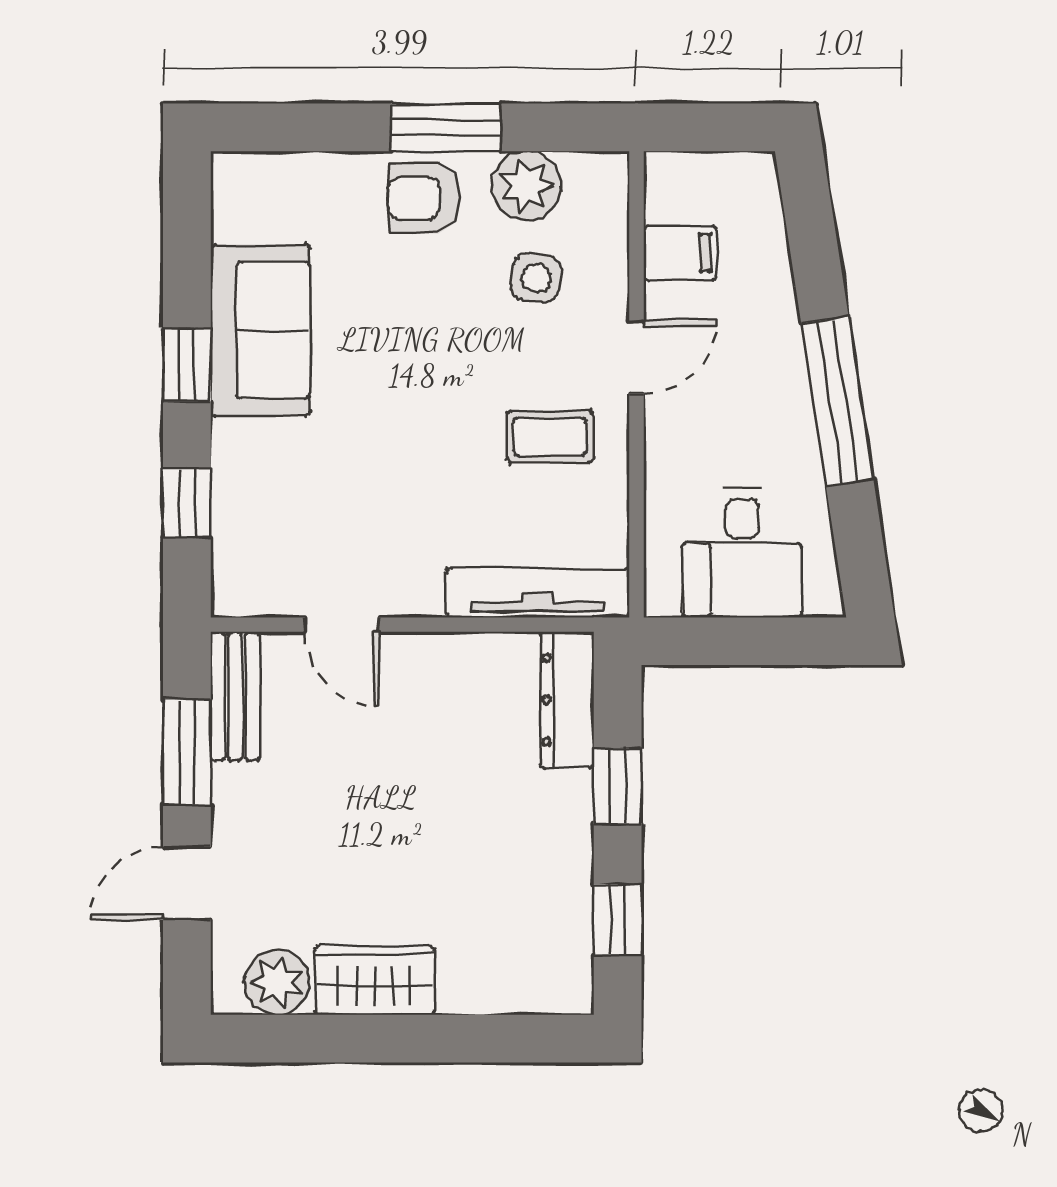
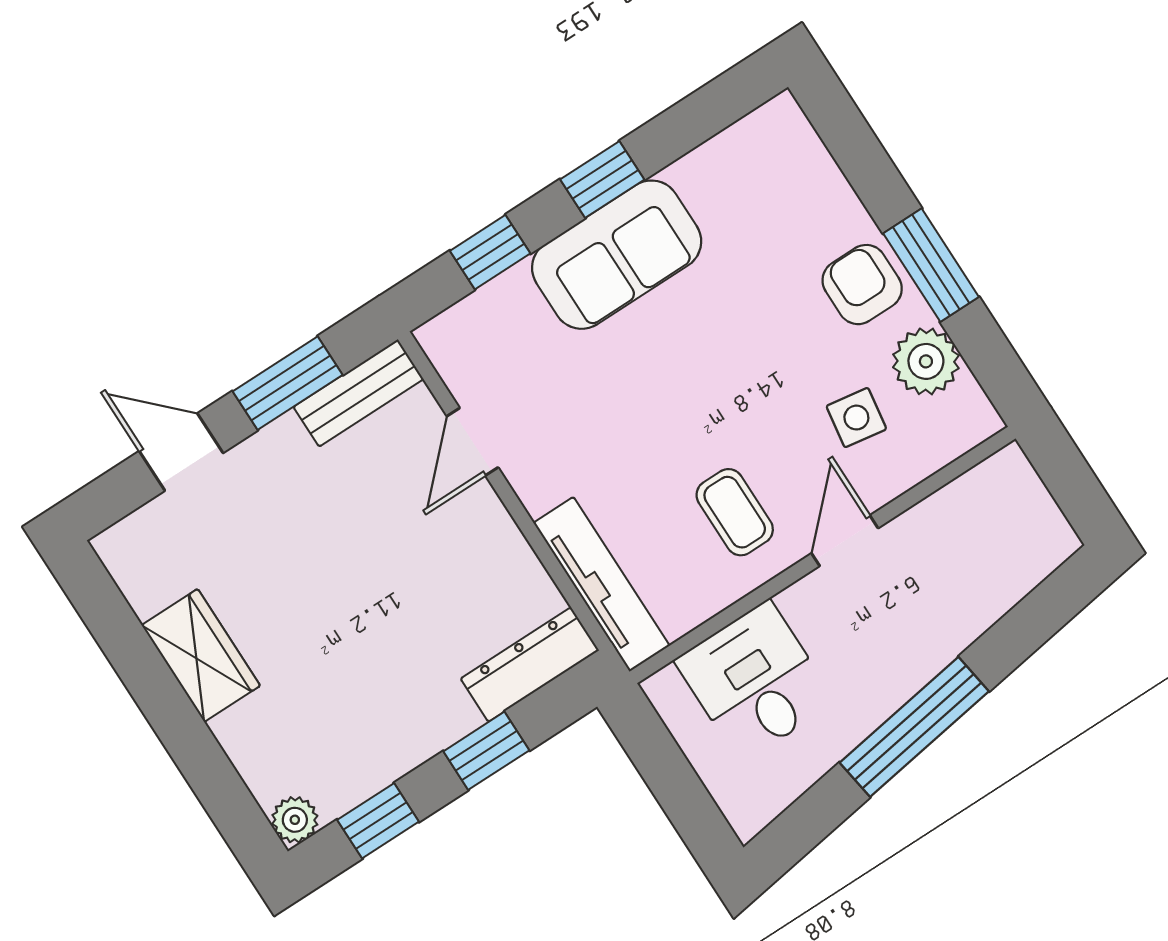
filing cabinet: (680, 253) -> (952, 521), removed
sofa: (260, 330) -> (617, 255), moved
door: (637, 357) -> (845, 541), swing flipped
desk: (742, 553) -> (755, 681), moved, turned 90
plant: (277, 982) -> (295, 820), moved, width x0.73, depth x0.73

